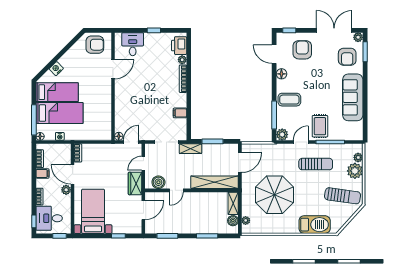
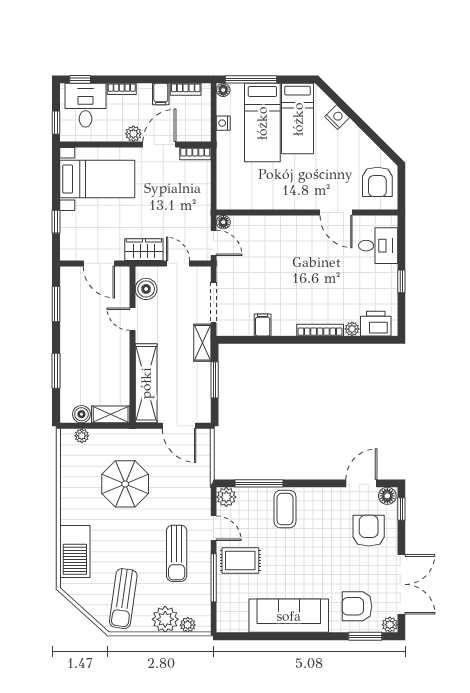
armchair: (302, 50) -> (369, 531), turned -90
floor lamp: (281, 74) -> (387, 496), moved
parasol: (274, 195) -> (125, 484), width x0.73, depth x0.73

